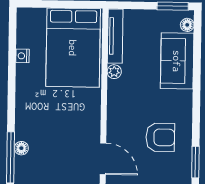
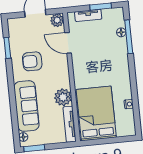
sofa: (177, 61) -> (26, 106), width x1.36
plant: (114, 72) -> (63, 97), width x1.88, depth x1.88
floor lamp: (21, 148) -> (121, 32), moved

